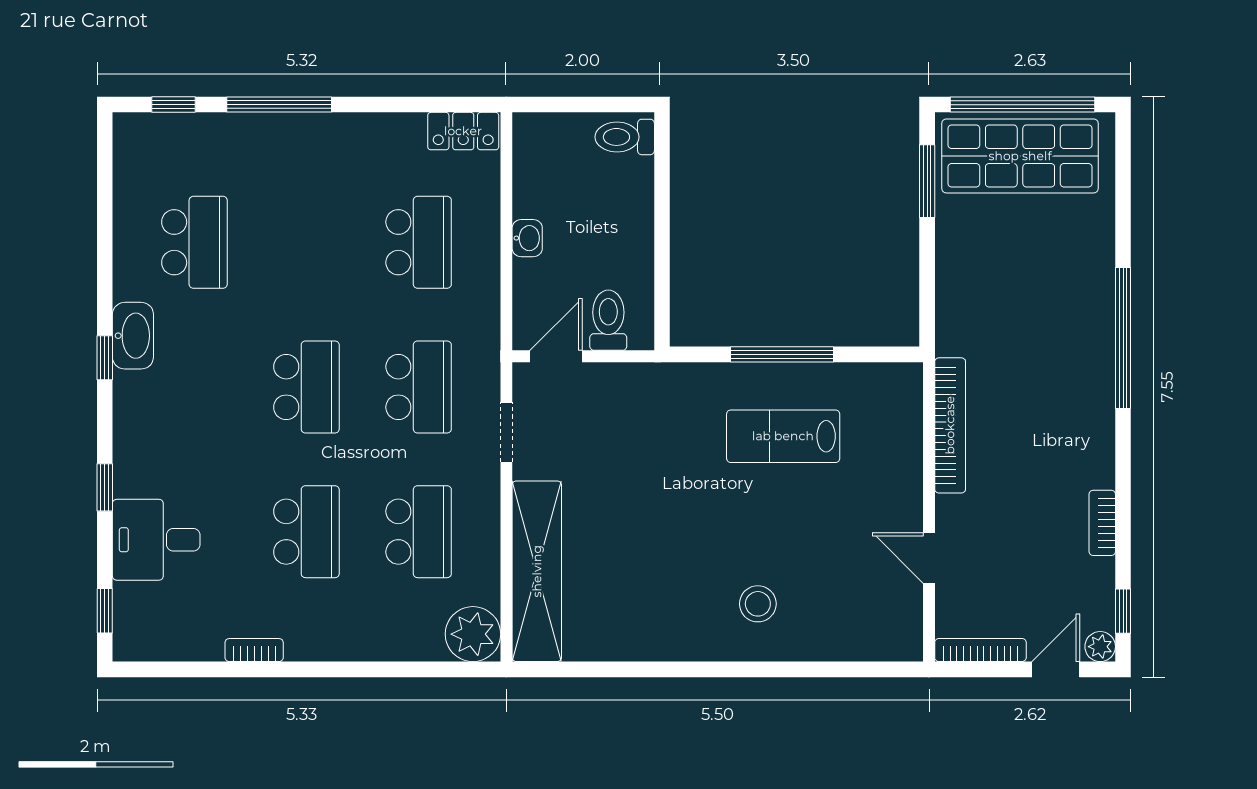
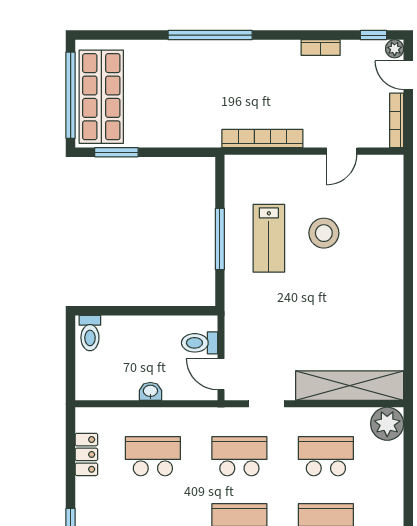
locker: (463, 131) -> (86, 454), moved
stool: (758, 604) -> (324, 233), moved, width x1.38, depth x1.38

